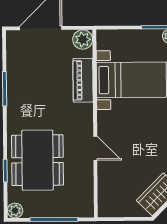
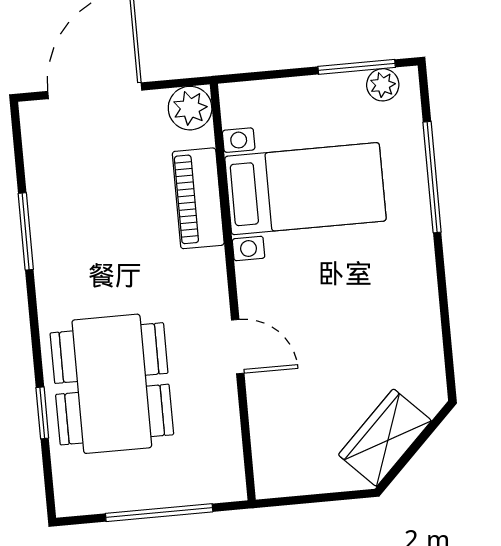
plant: (15, 211) -> (71, 500), removed

